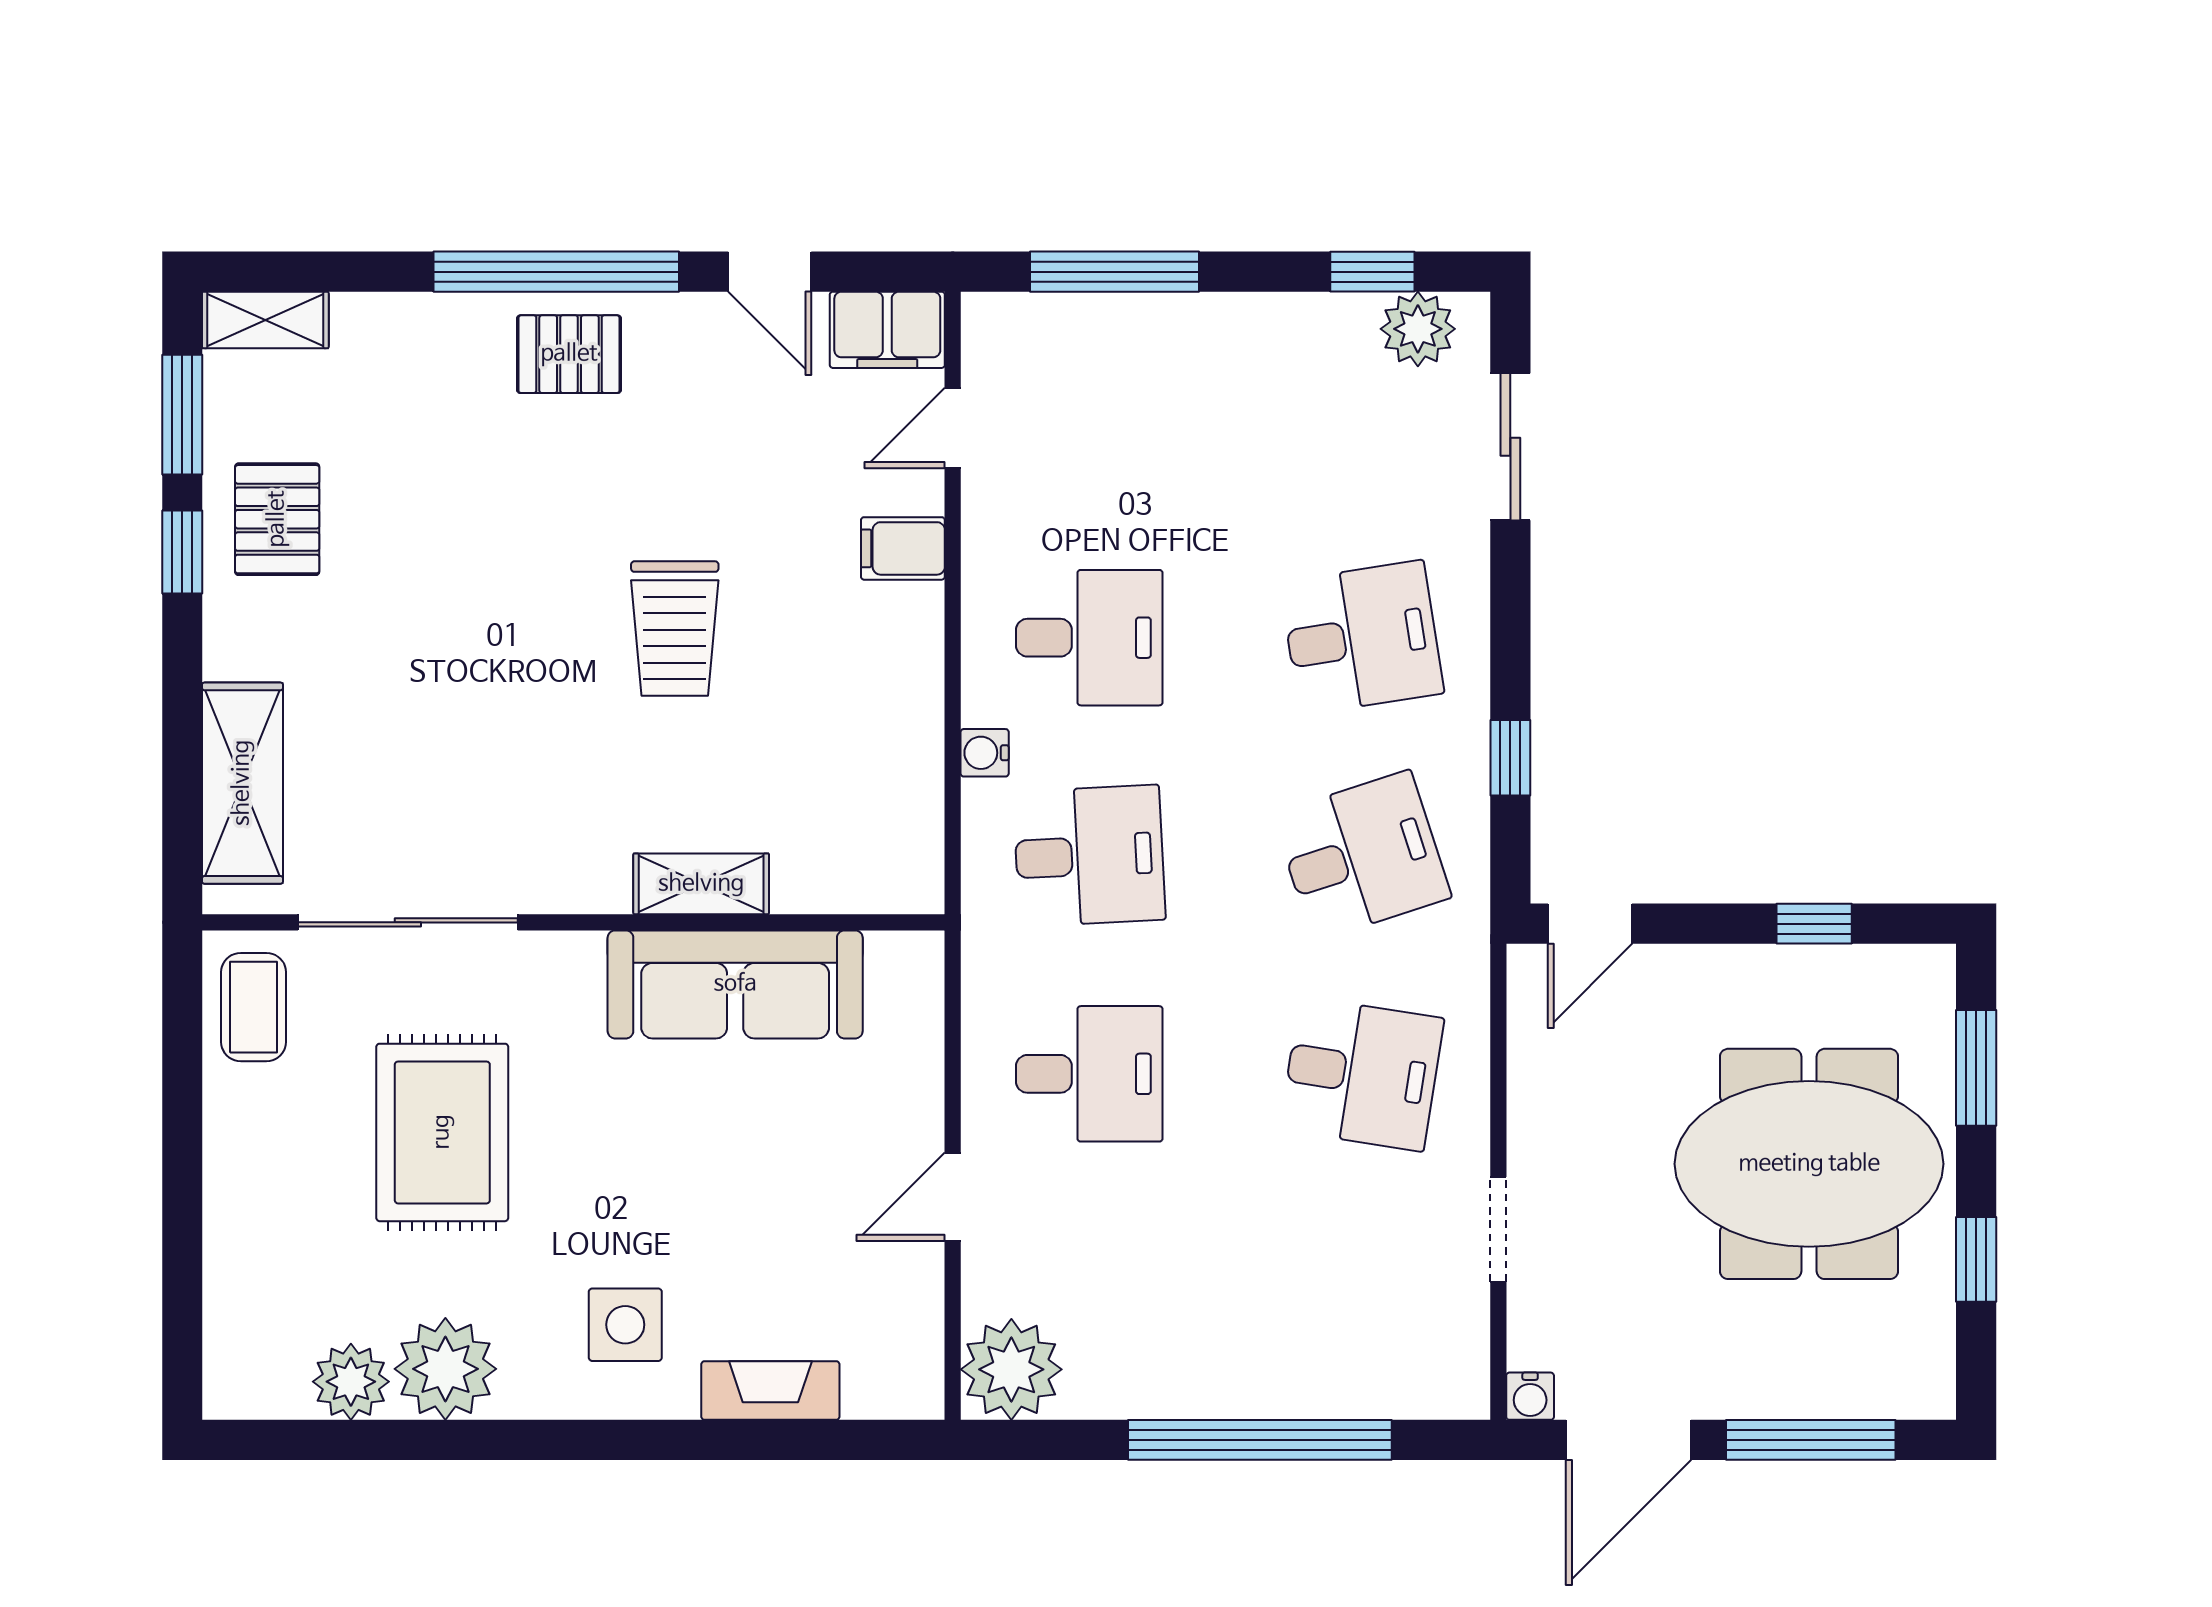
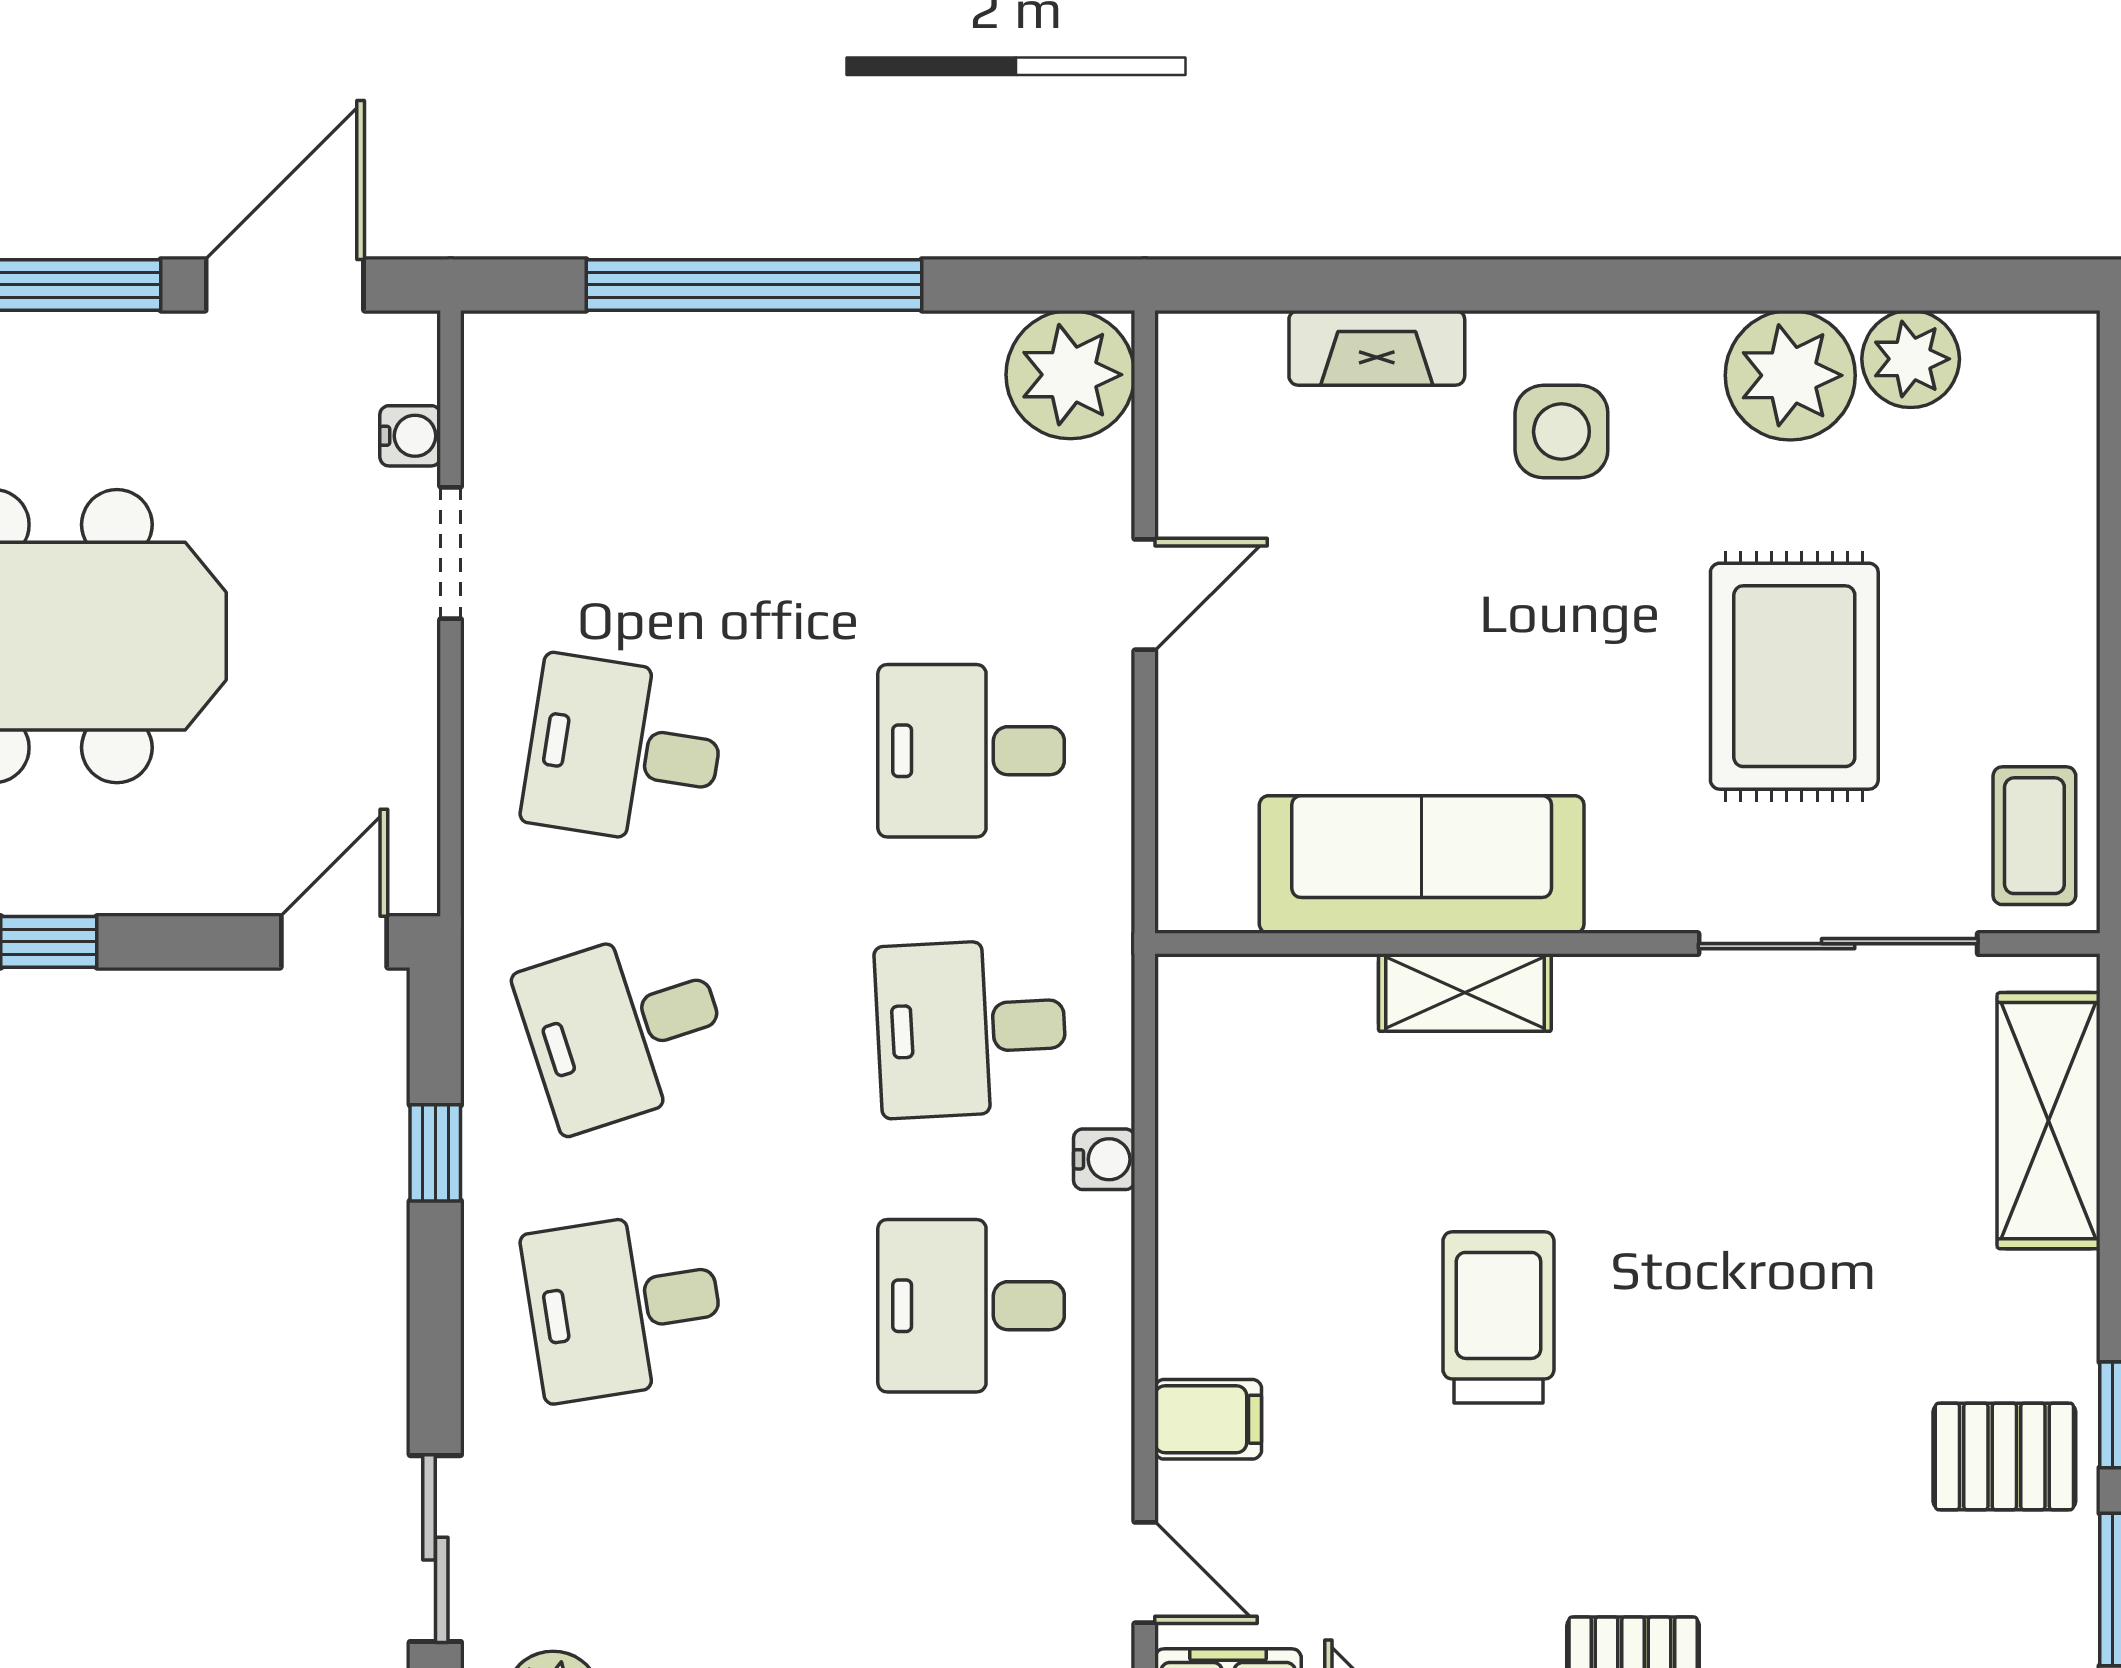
door: (953, 428) -> (1145, 1573), hinge flipped
pallet: (277, 519) -> (2004, 1456), turned 90
water cooler: (1530, 1396) -> (410, 436), moved, turned 90

